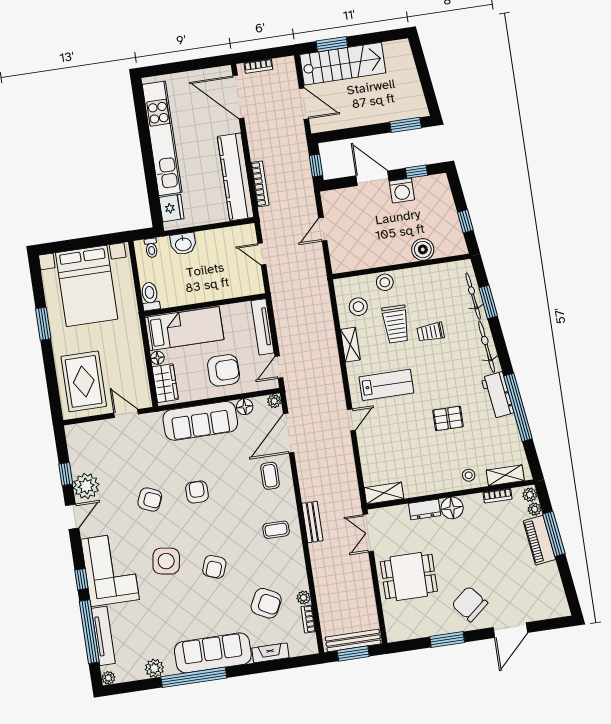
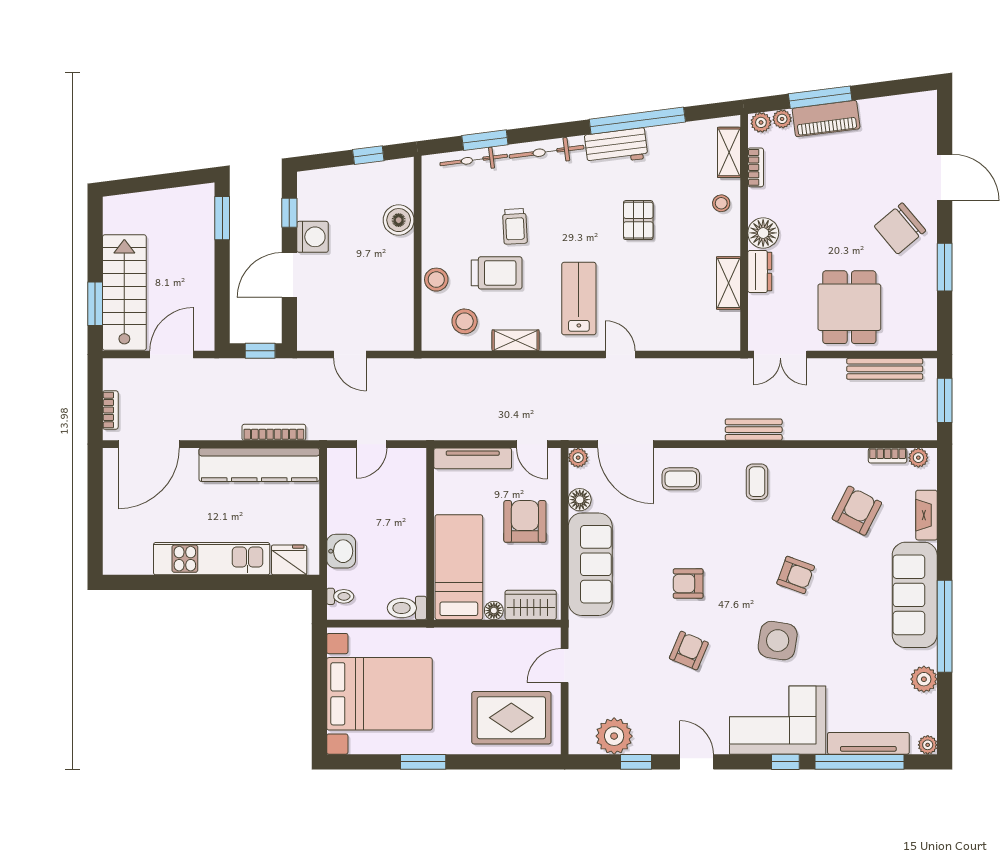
kitchen unit: (162, 138) -> (212, 559), width x0.73
plant: (86, 486) -> (614, 736), moved
shelving: (384, 493) -> (728, 283), moved
plant: (304, 598) -> (918, 458), moved
bench: (353, 640) -> (885, 369), moved, turned 90

